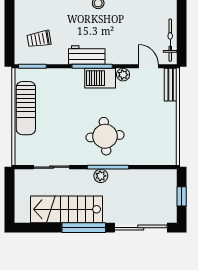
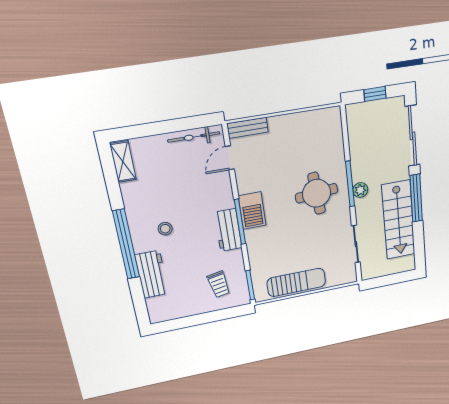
plant: (123, 75) -> (244, 185), removed

